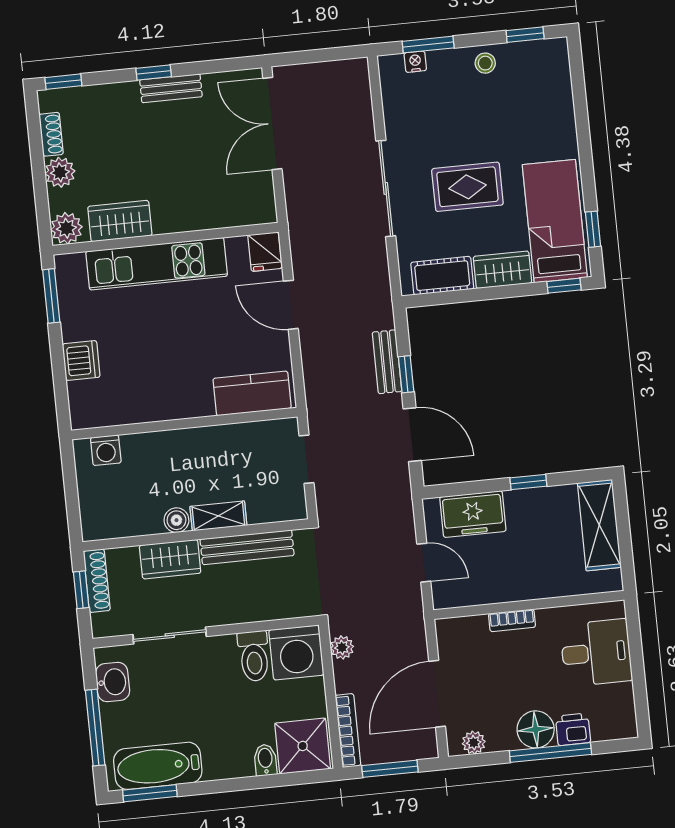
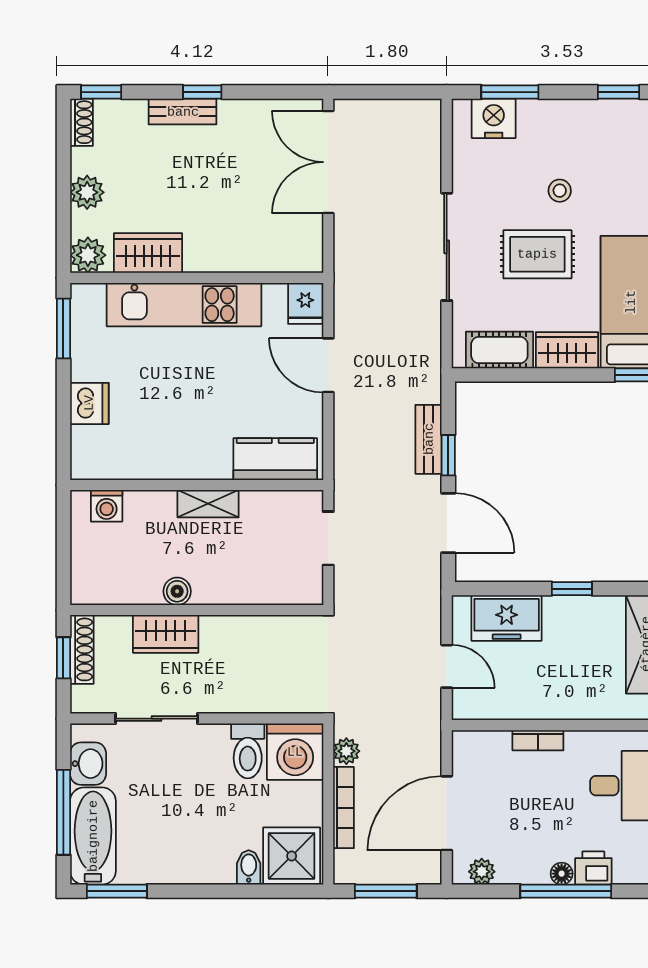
nightstand: (415, 62) -> (494, 118), width x1.89, depth x1.79
stool: (485, 63) -> (560, 191), moved
bench: (171, 88) -> (183, 112), moved
shoe rack: (51, 134) -> (82, 122), moved
shelving: (218, 516) -> (208, 504), moved
bench: (247, 547) -> (252, 629), removed
floor lamp: (536, 729) -> (562, 874), width x0.53, depth x0.53
bookcase: (348, 731) -> (344, 808), moved
bathtub: (158, 766) -> (93, 836), moved, turned 90

